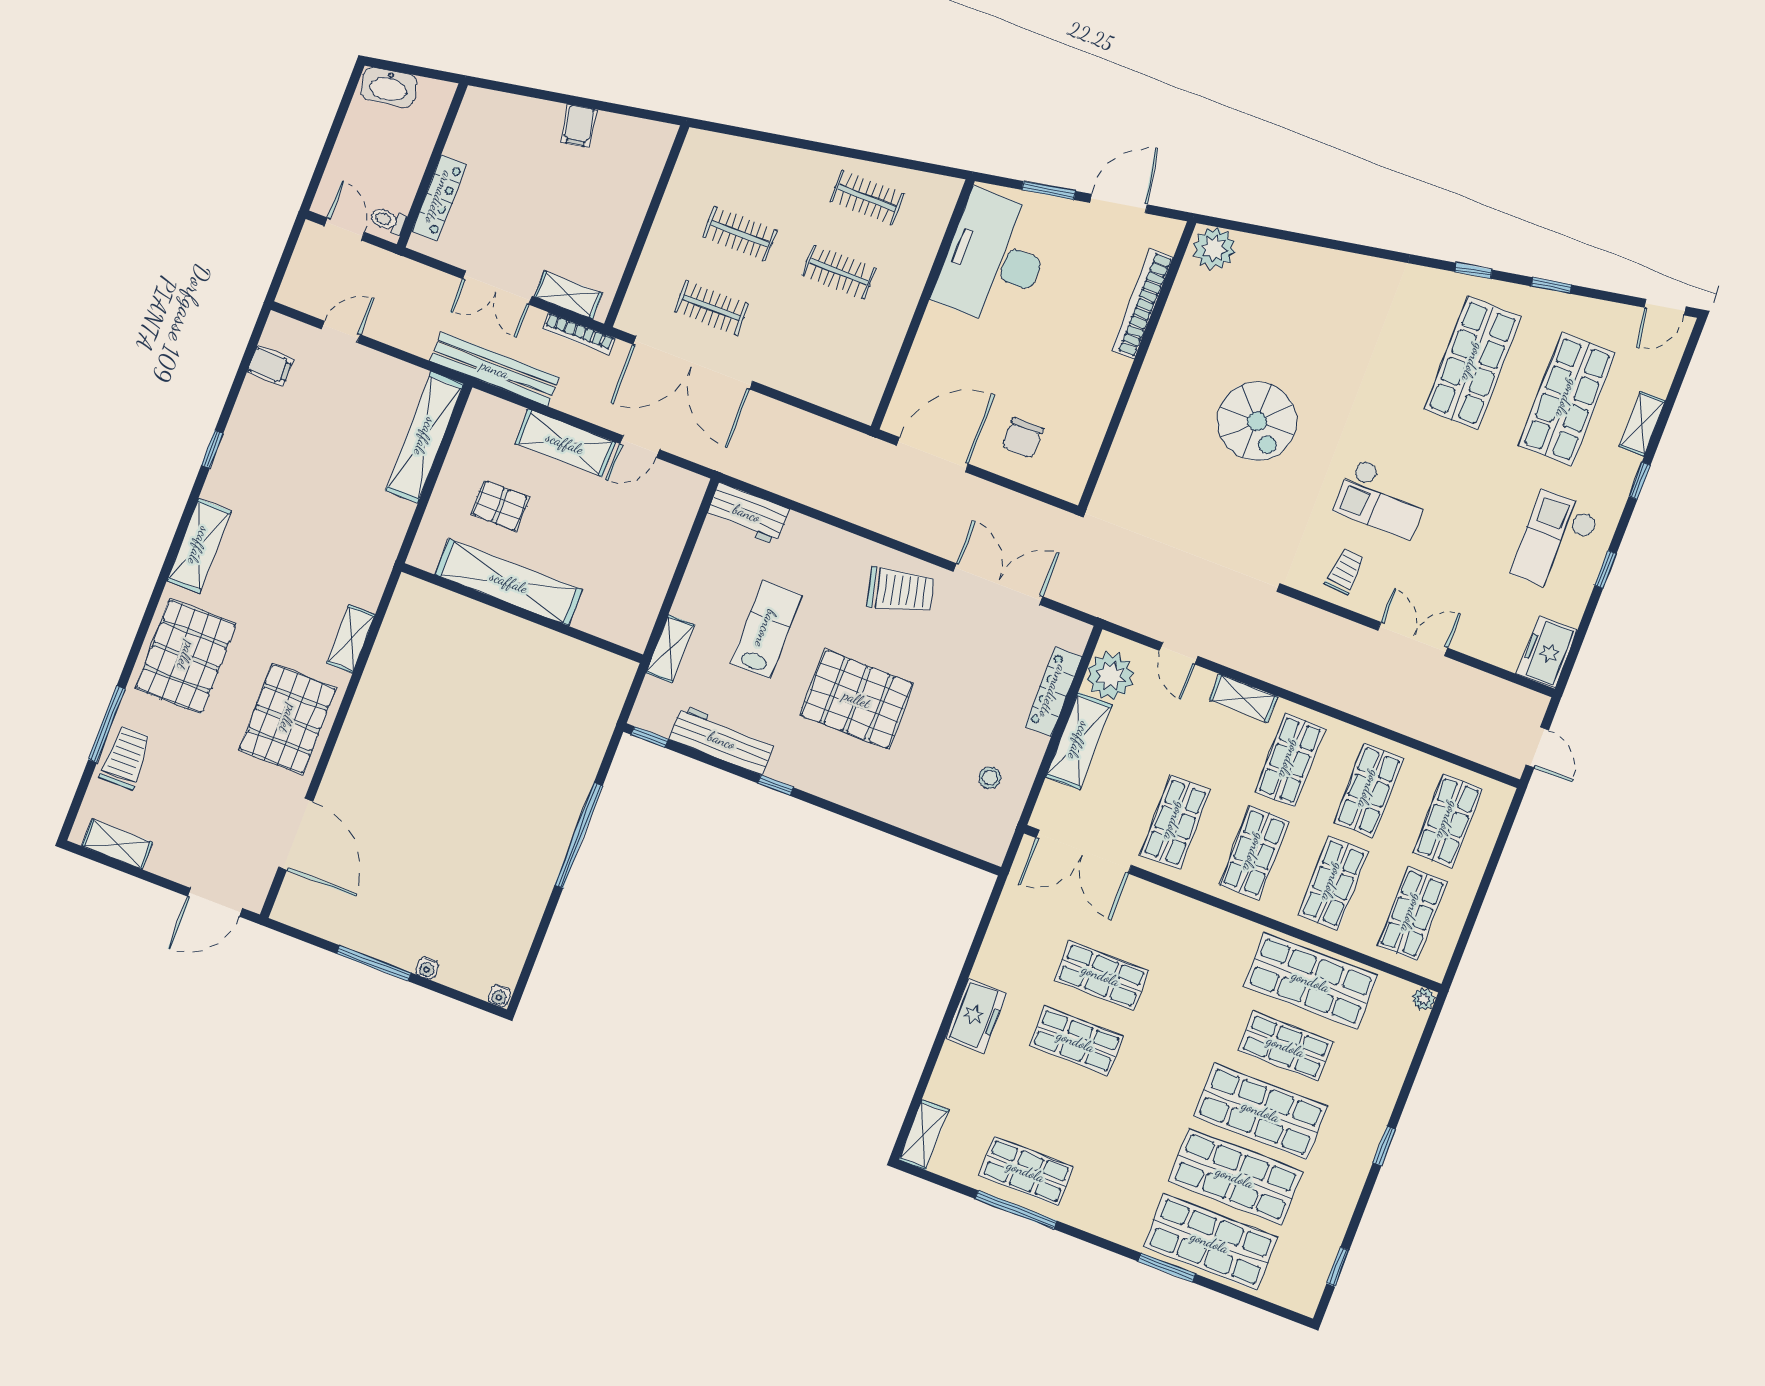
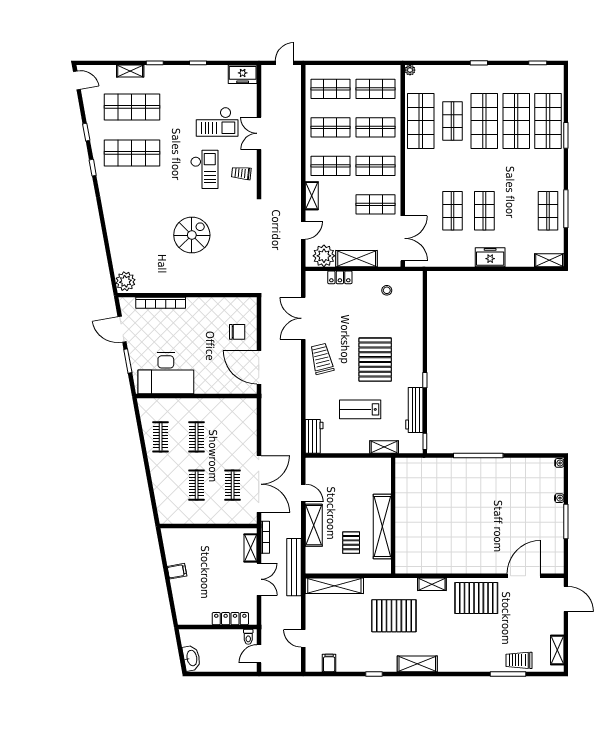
checkout: (1555, 542) -> (217, 122), moved
pallet: (186, 656) -> (394, 616), moved
locker: (1053, 692) -> (340, 277), width x0.66

